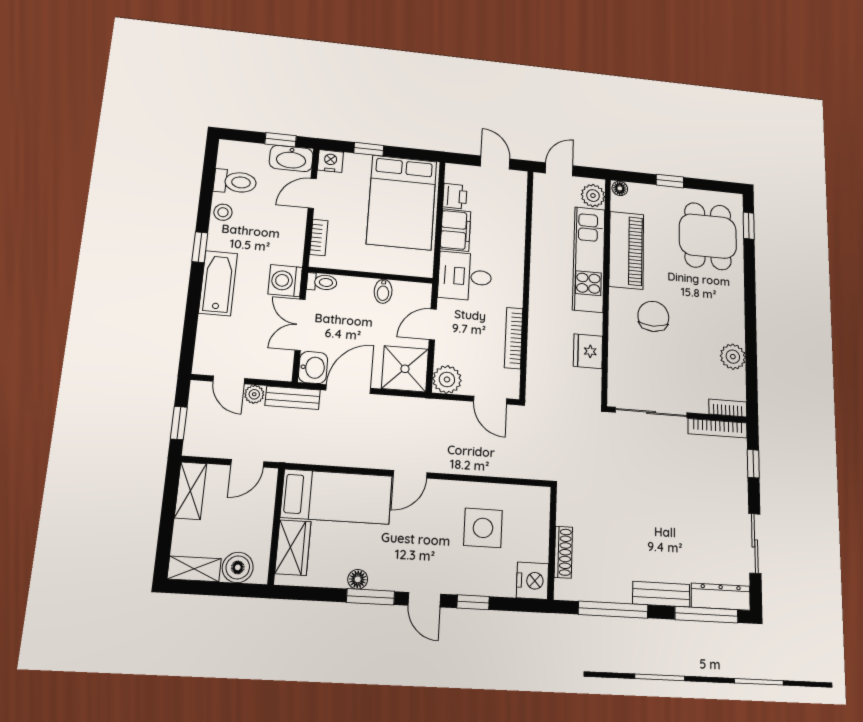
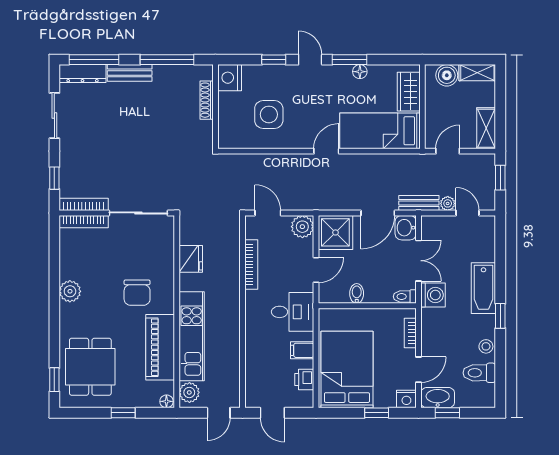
filing cabinet: (456, 230) -> (302, 350), width x0.50
plant: (733, 357) -> (70, 291), moved
bookcase: (728, 408) -> (84, 222), width x1.56

